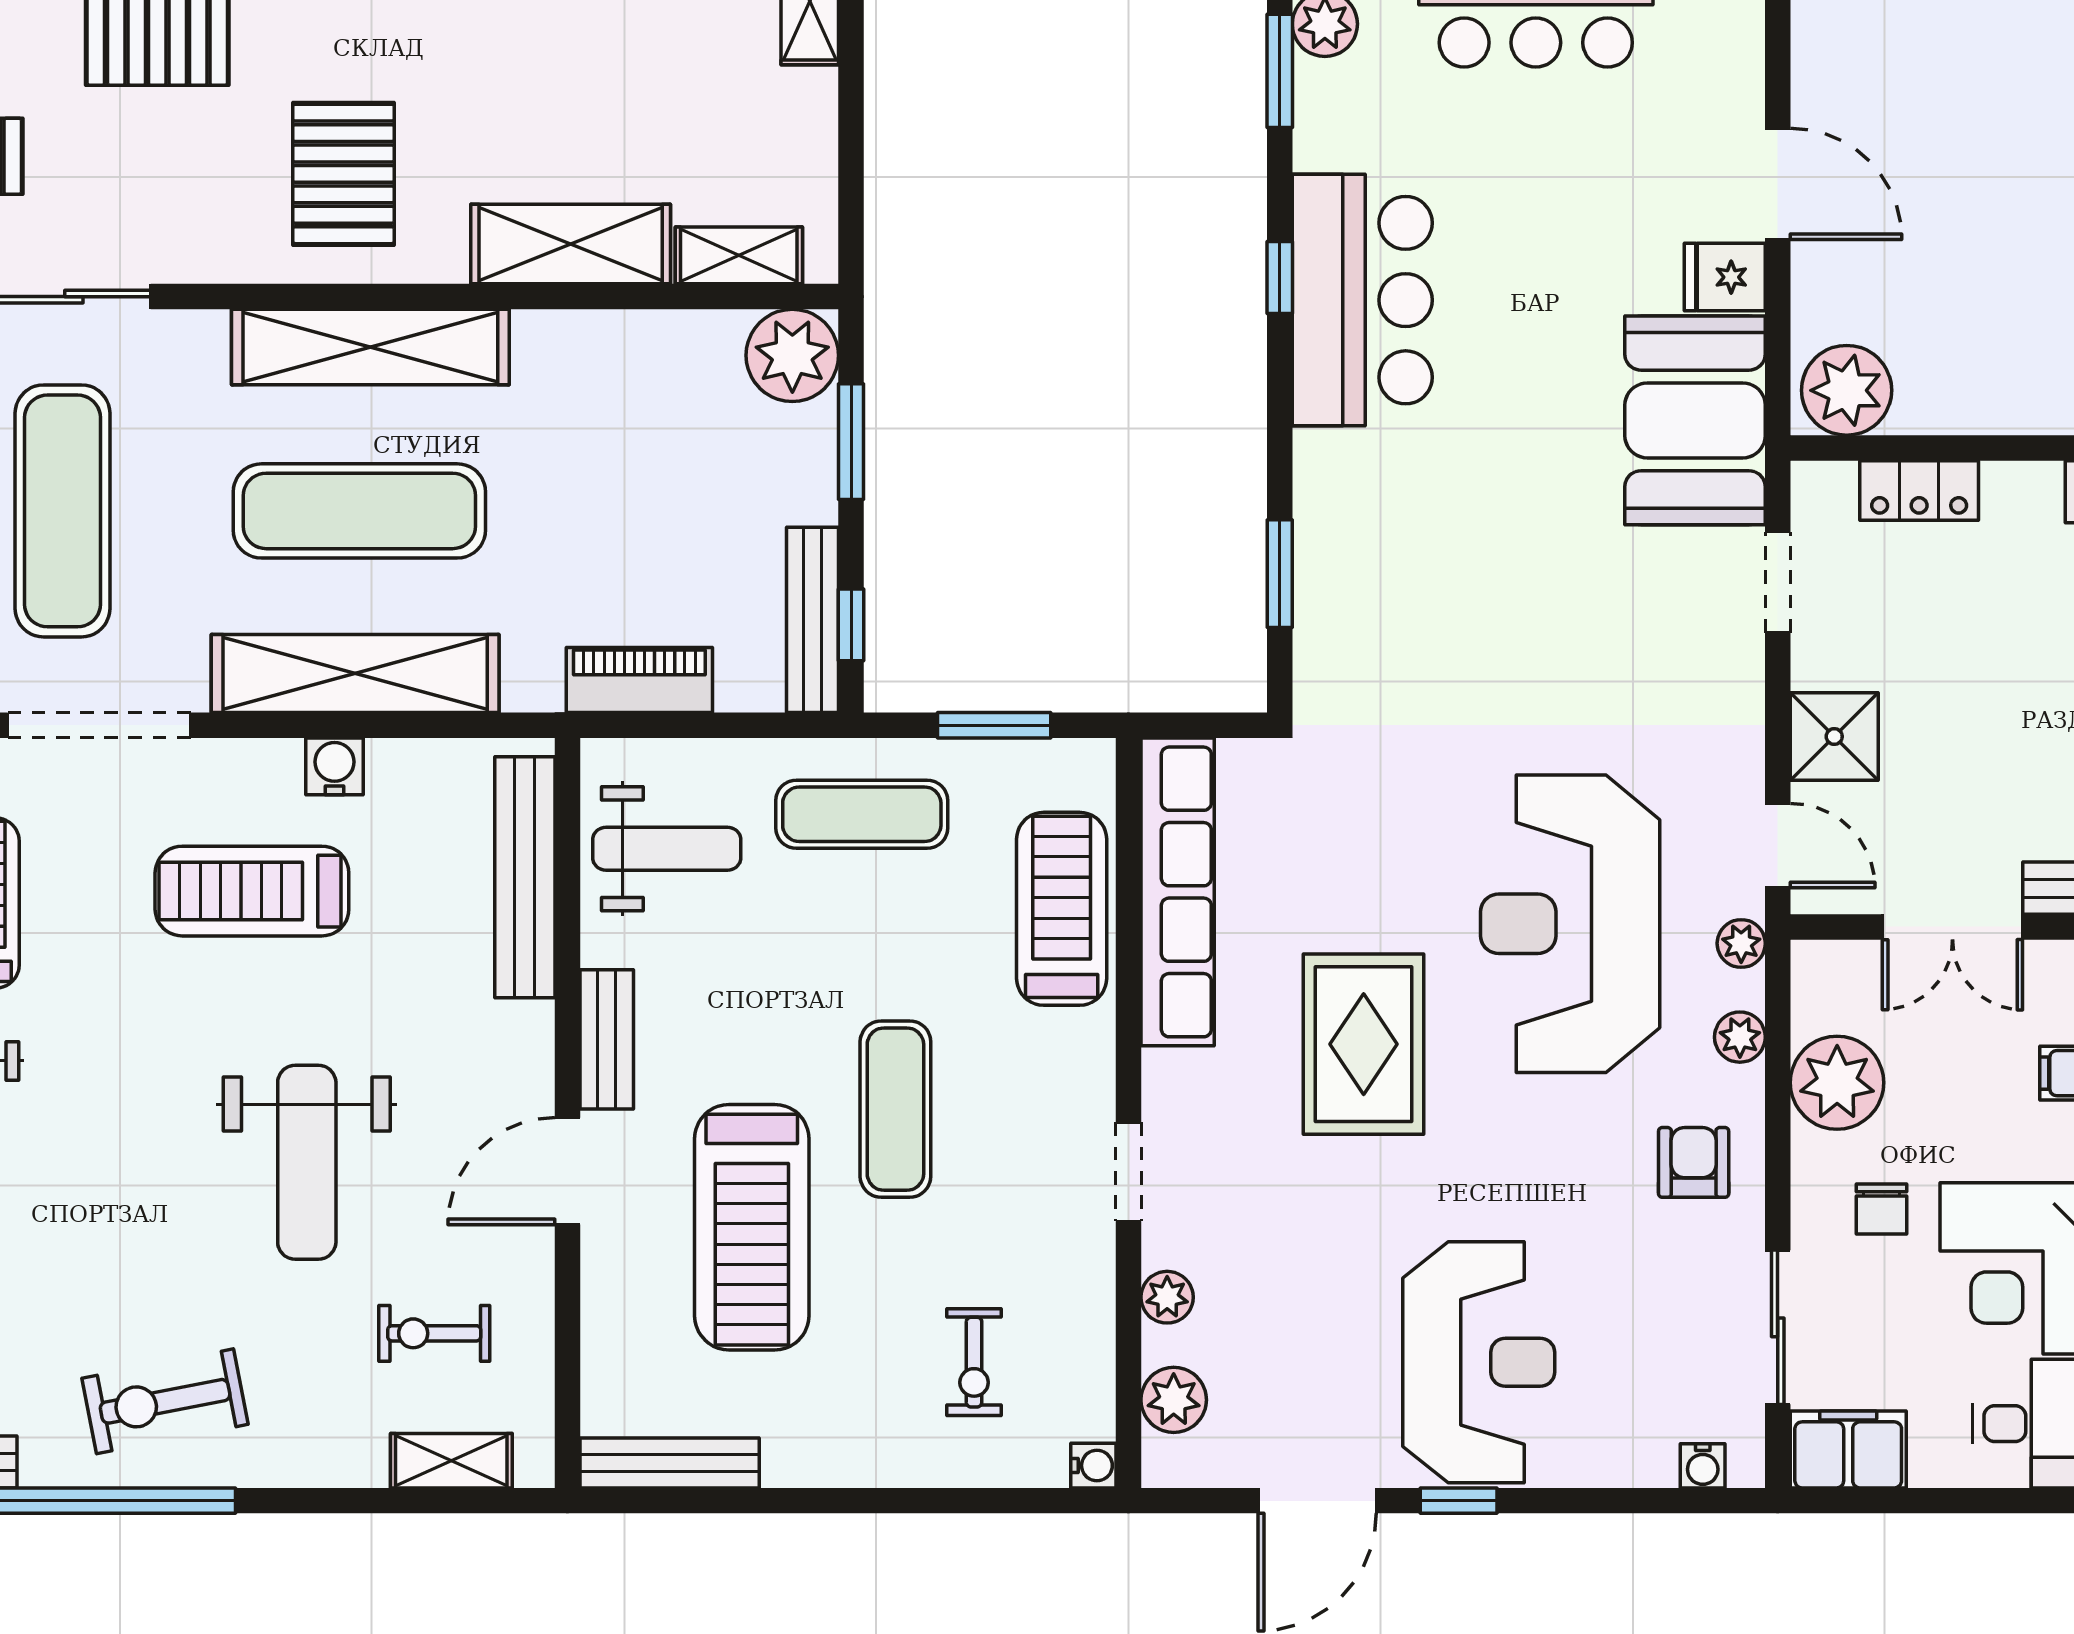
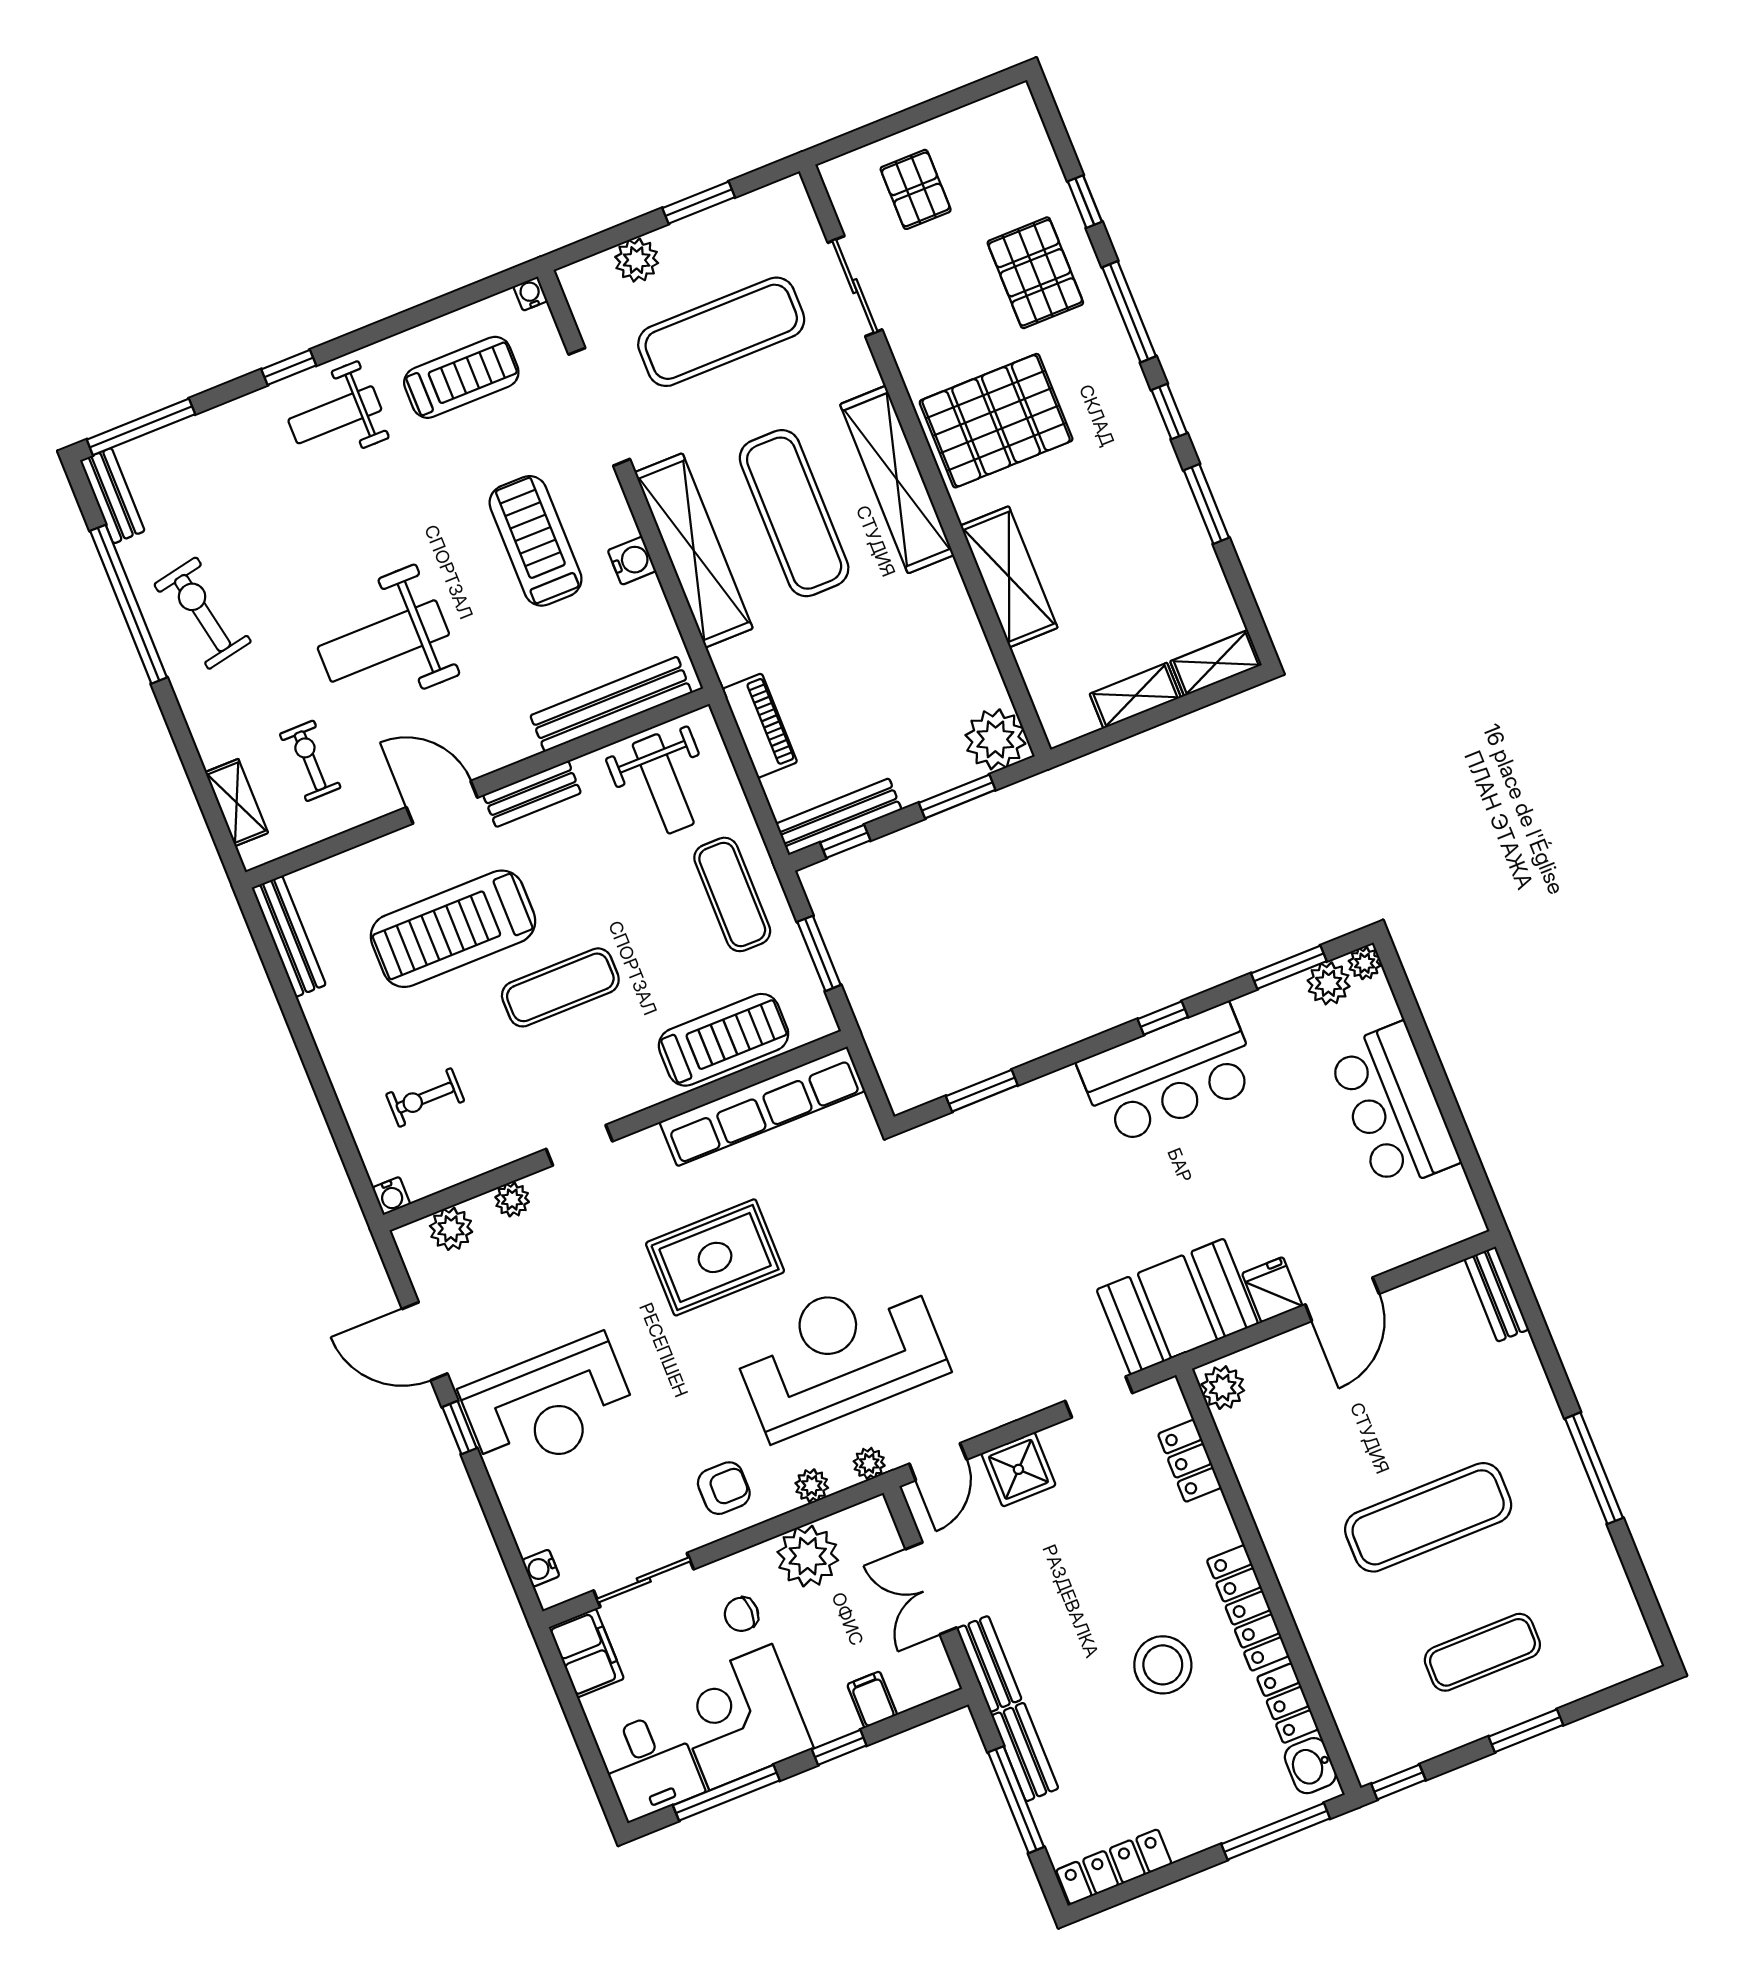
pallet: (343, 174) -> (996, 421), width x1.37, depth x1.41
shelving: (739, 255) -> (1135, 696), moved, turned 90
plant: (1847, 390) -> (1223, 1388), width x0.73, depth x0.73

